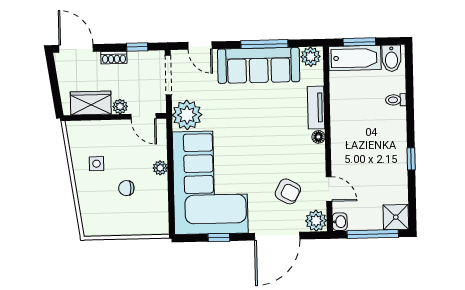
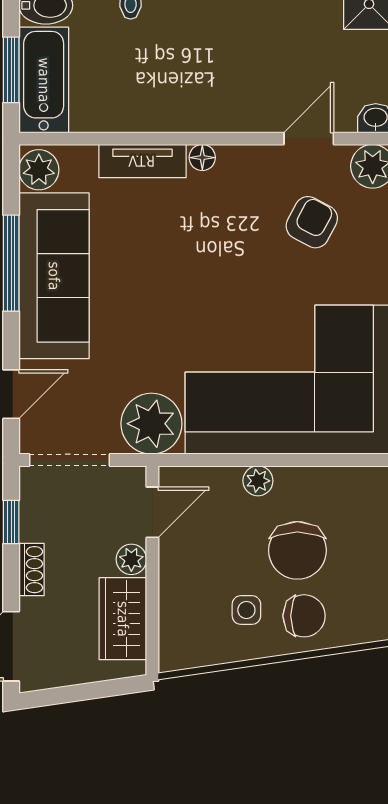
chair: (126, 188) -> (297, 550), width x1.87, depth x1.87
chair: (94, 192) -> (304, 616), added

